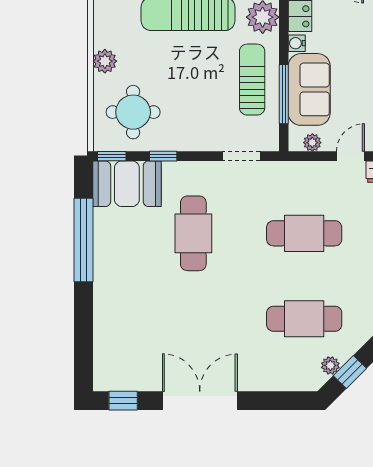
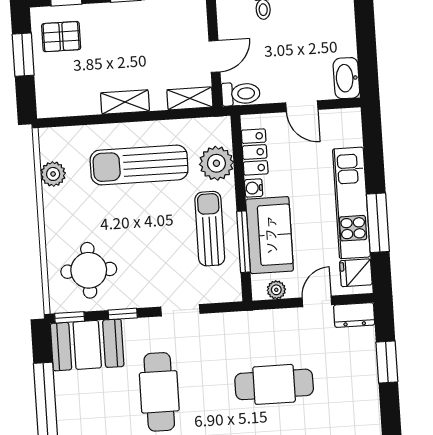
plant: (105, 61) -> (53, 174), moved
doorway: (242, 156) -> (180, 310), moved

